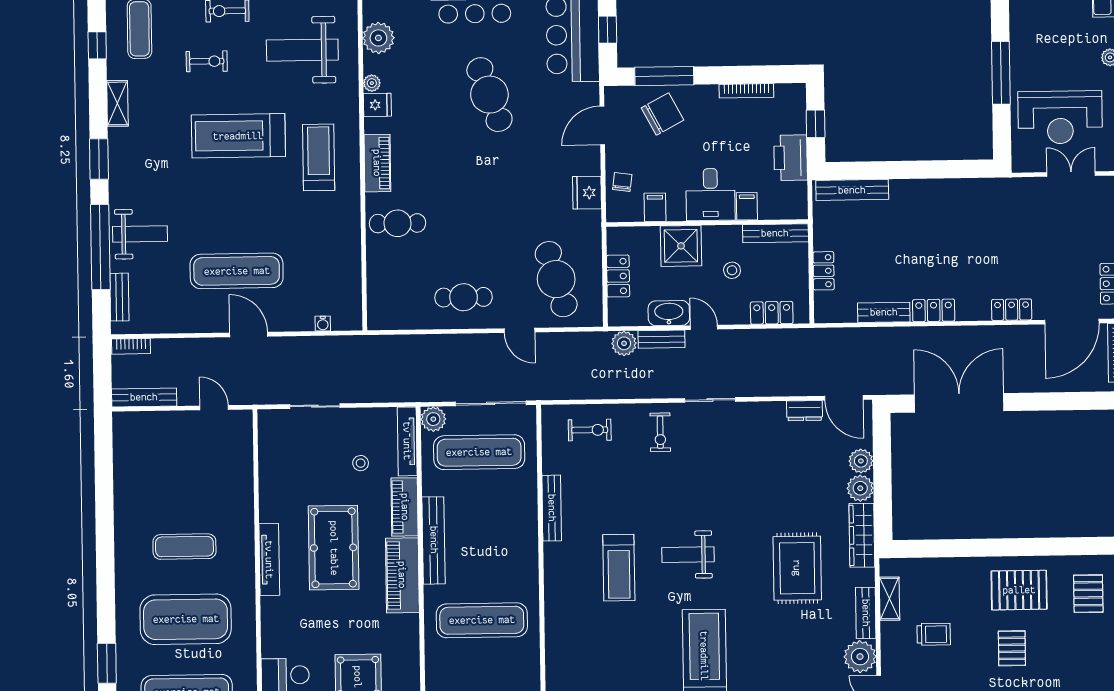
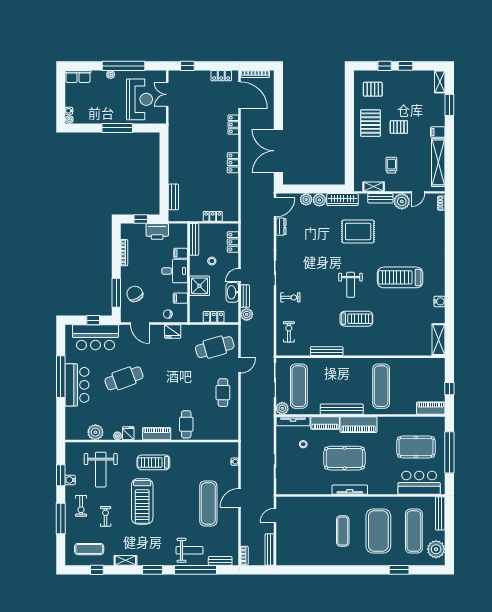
bench: (852, 190) -> (173, 197), width x0.73
weight bench: (140, 234) -> (189, 550), turned 90
bench: (884, 312) -> (234, 187), removed

